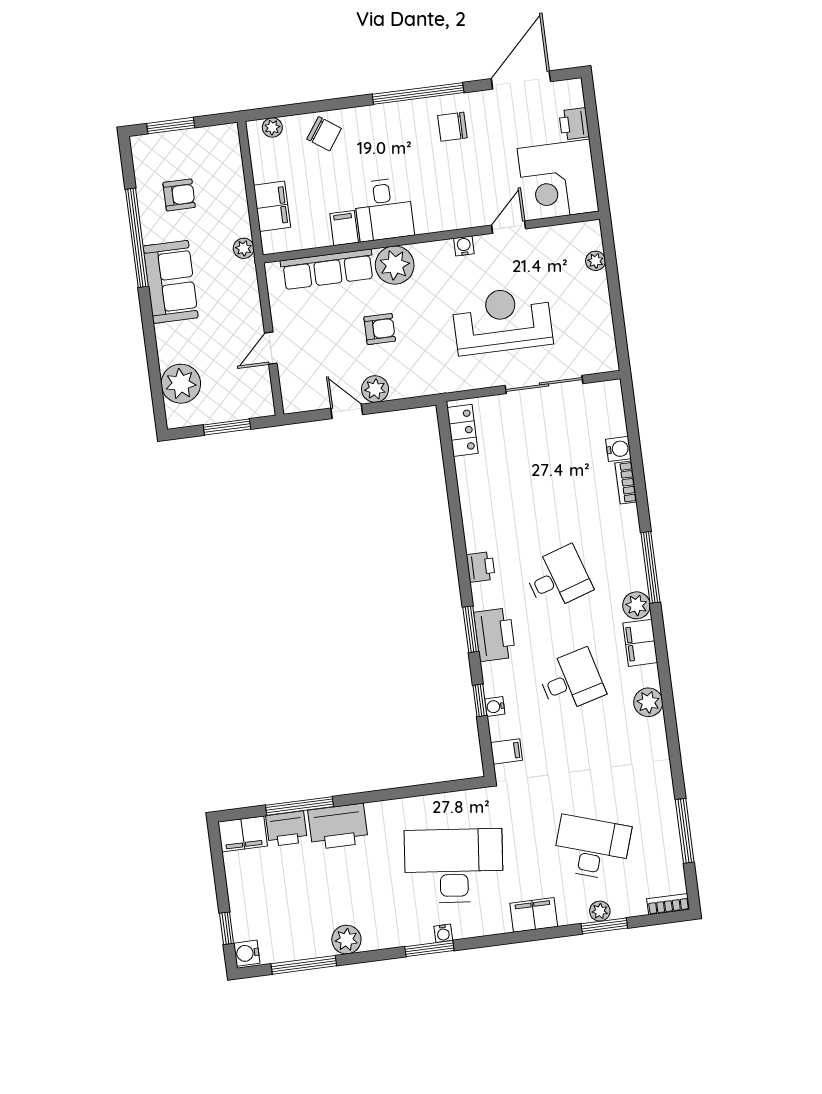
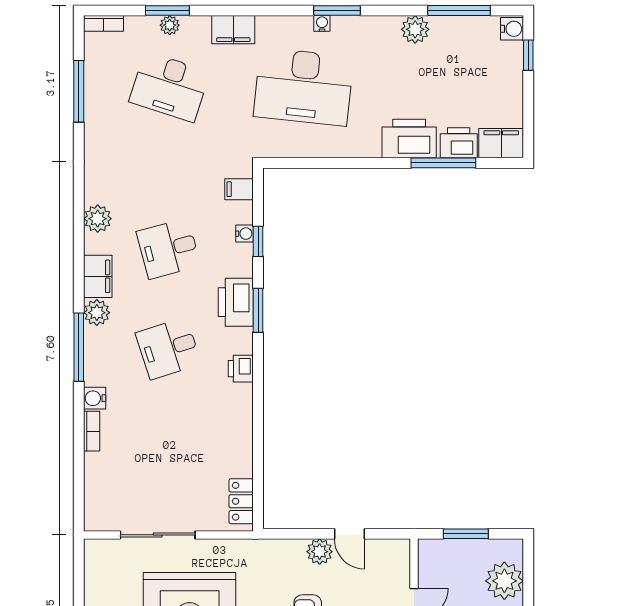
water cooler: (618, 449) -> (95, 398), moved

